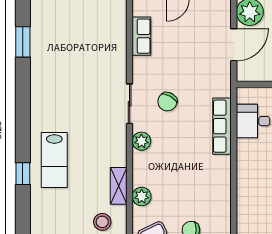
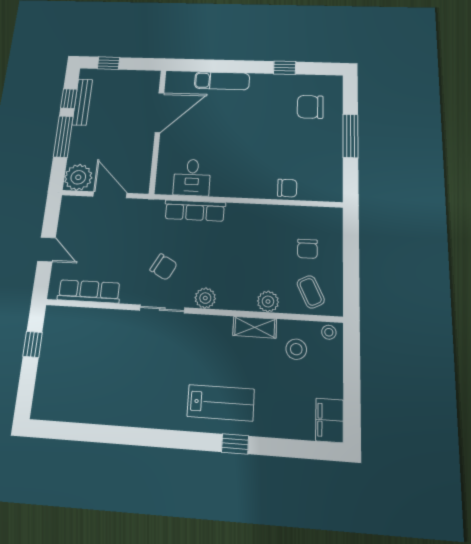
row of seats: (141, 36) -> (89, 291), width x1.48
window: (23, 42) -> (78, 432), removed
chair: (248, 210) -> (287, 188), added

